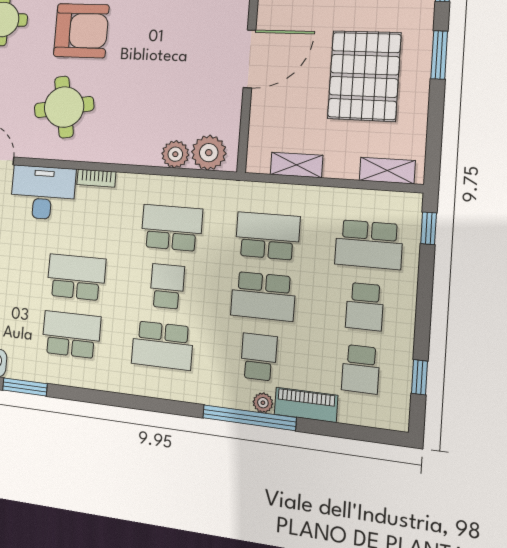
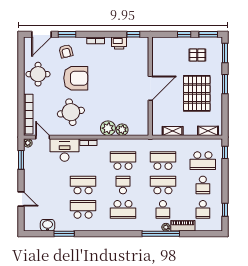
plant: (209, 153) -> (108, 128), moved
school desk: (263, 296) -> (163, 185), turned 180
school desk: (259, 357) -> (163, 209), turned 180

